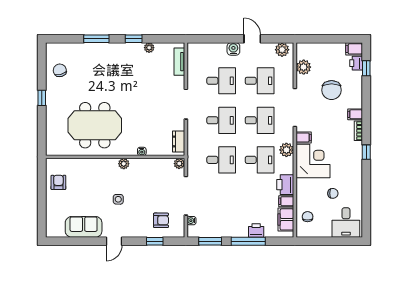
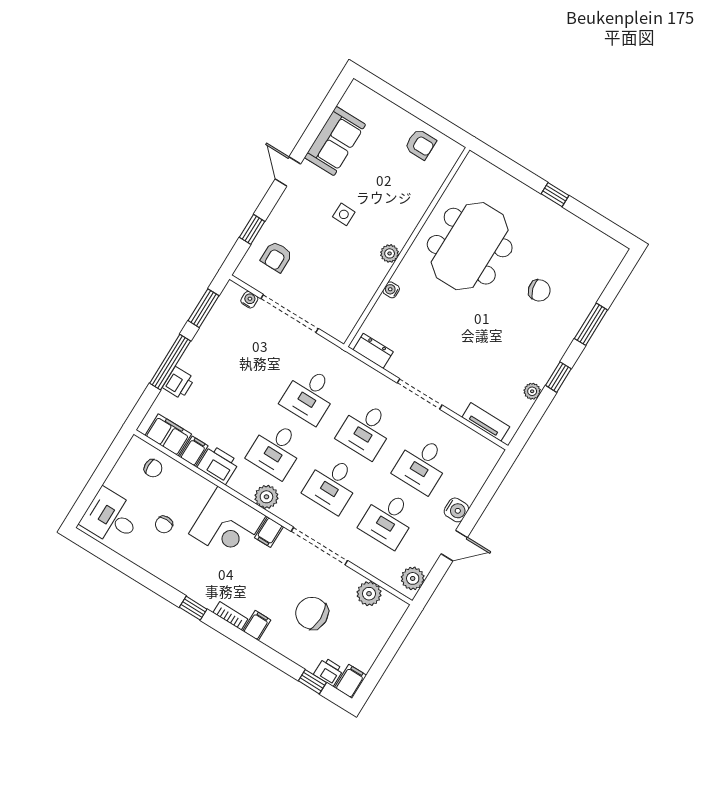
chair: (60, 70) -> (539, 290), moved
plant: (179, 164) -> (341, 332), removed

